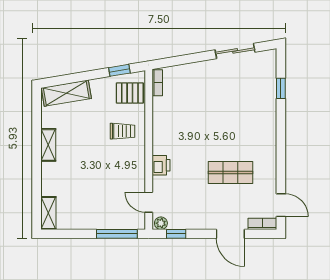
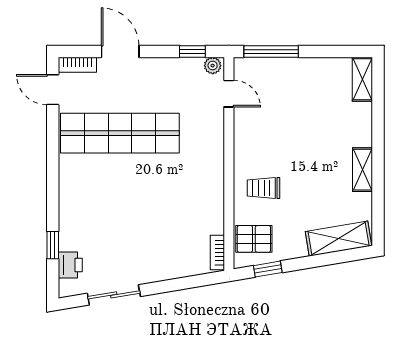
printer: (161, 165) -> (70, 265), moved, turned 180
shop shelf: (231, 172) -> (120, 133), width x2.00, depth x1.36

